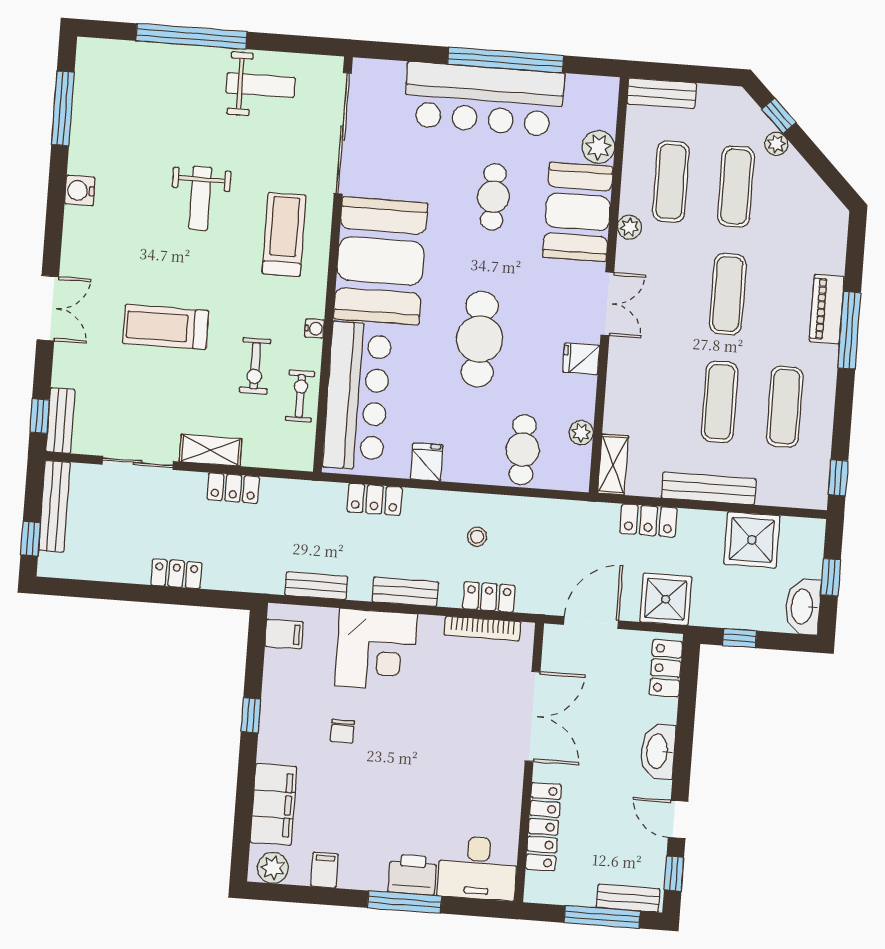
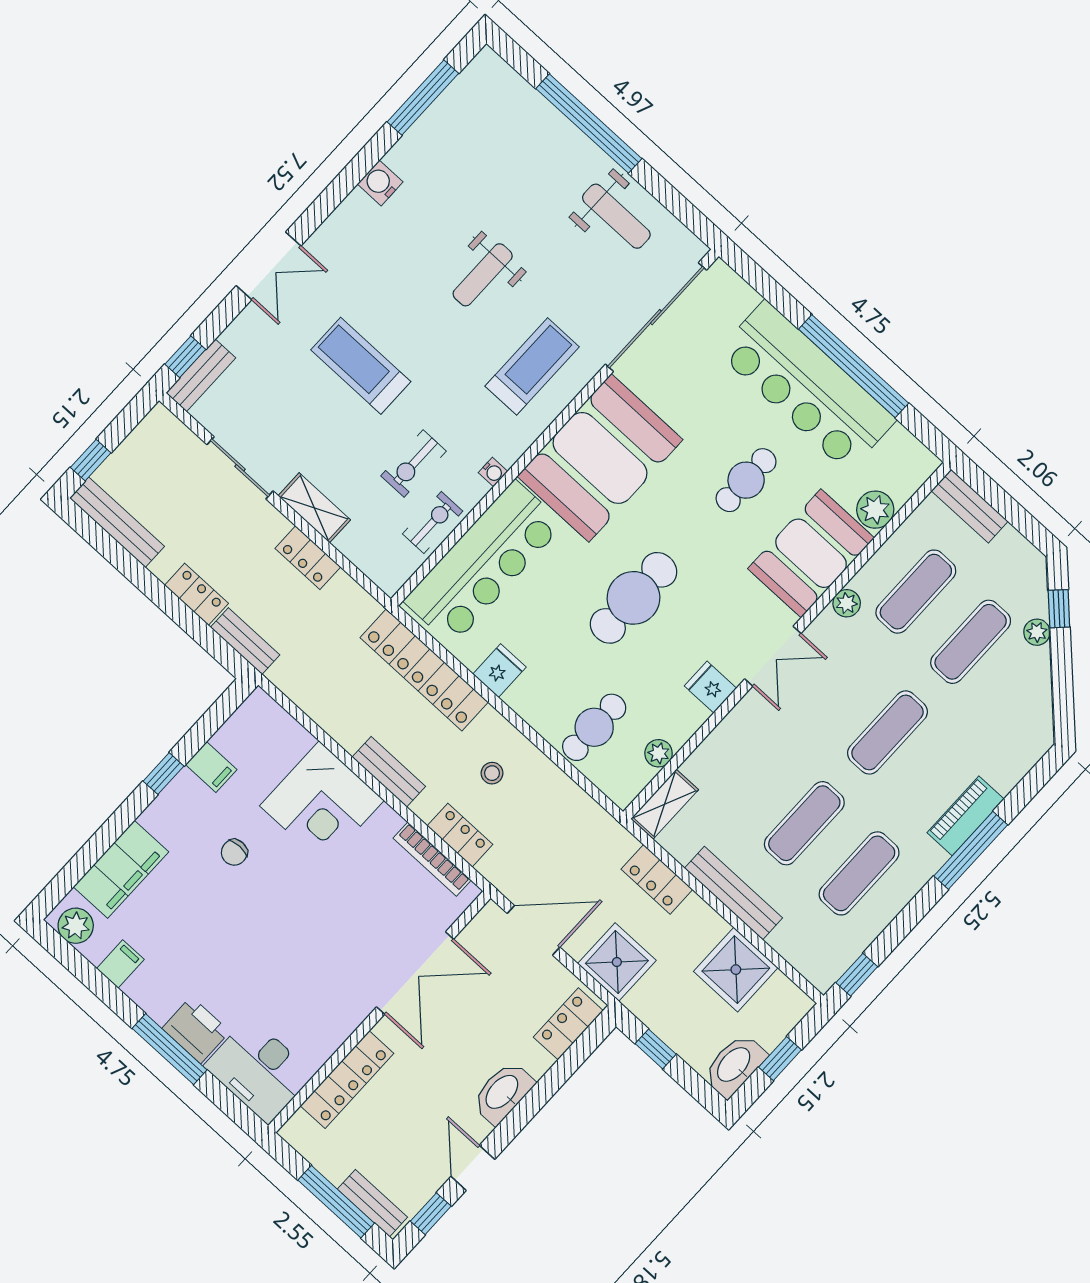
locker: (375, 499) -> (424, 670), width x2.16, depth x1.21
bench: (54, 506) -> (117, 522), moved, turned 90
bench: (316, 586) -> (245, 641), moved
filing cabinet: (284, 634) -> (211, 767), moved

